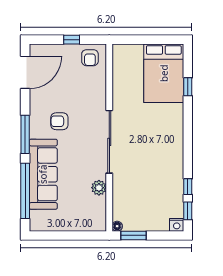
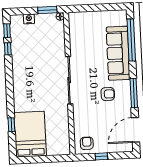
window: (25, 134) -> (134, 93), moved
plant: (99, 188) -> (75, 45), removed
nightstand: (177, 225) -> (29, 19), moved

